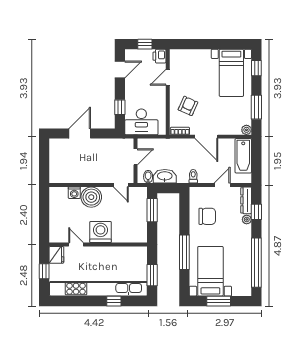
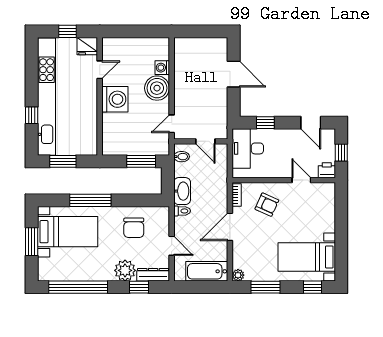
washbasin: (165, 176) -> (182, 191), moved
plant: (247, 219) -> (125, 270), width x1.88, depth x1.88

